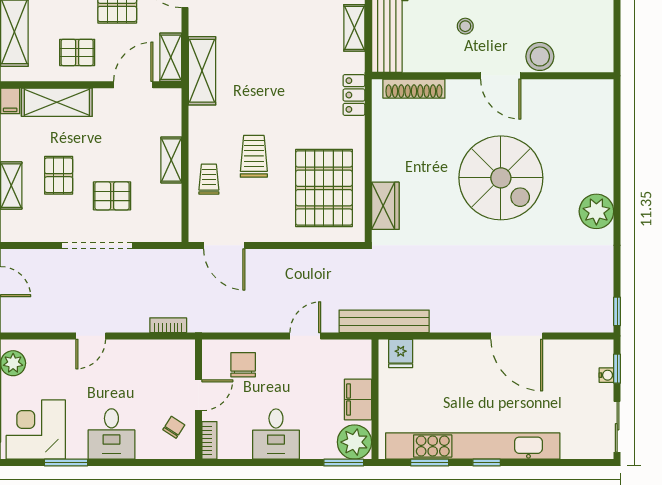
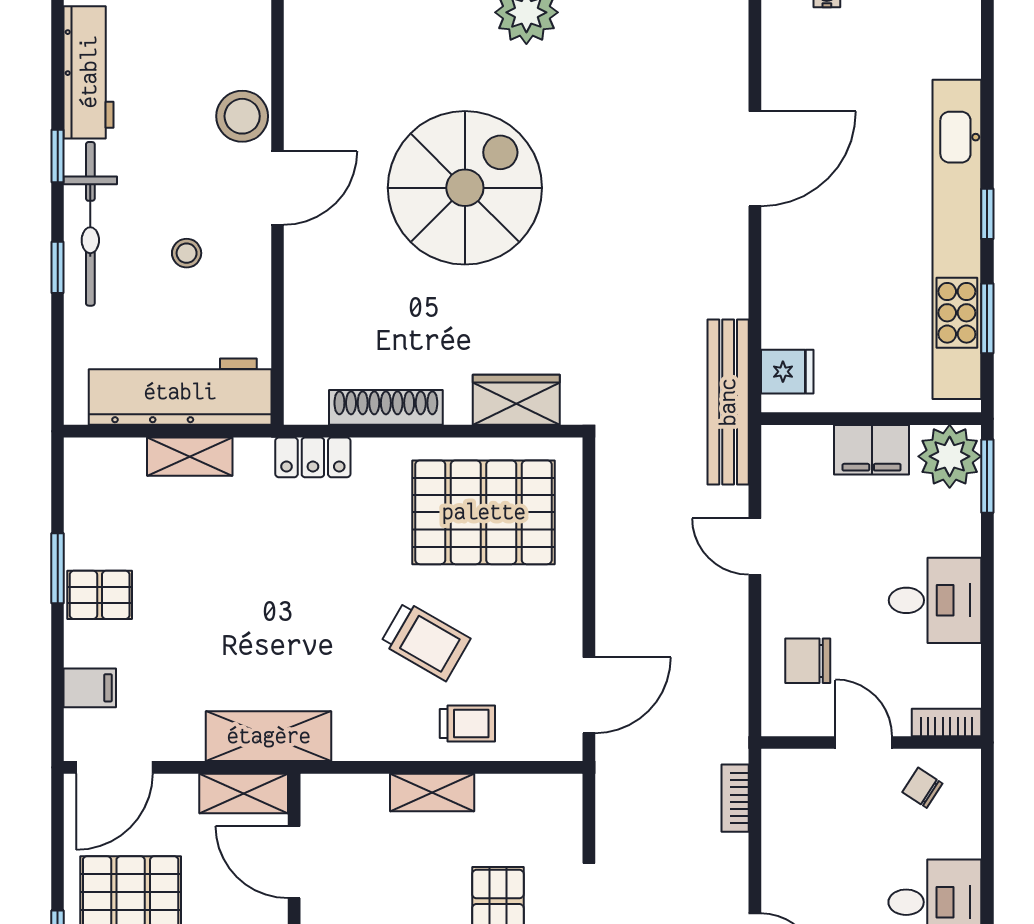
shoe rack: (414, 89) -> (386, 407), moved, turned -90
trolley: (254, 156) -> (425, 641), turned -150
trolley: (209, 179) -> (467, 724), turned 180

